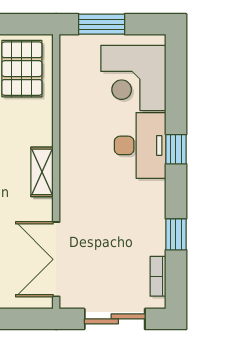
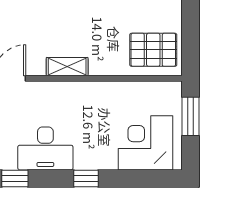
desk: (140, 145) -> (45, 148), moved

